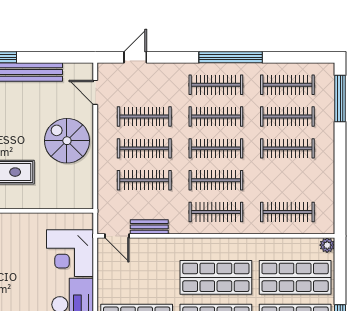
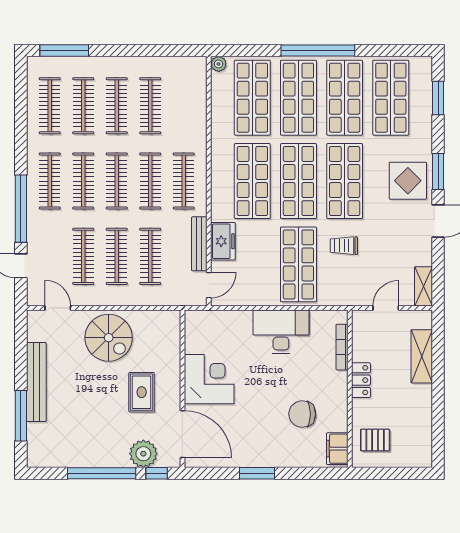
window: (231, 57) -> (21, 209), moved
door: (95, 92) -> (58, 308), swing flipped
spiral stairs: (67, 141) -> (109, 338), turned -90
clothes rail: (287, 212) -> (150, 106), moved
bench: (149, 227) -> (199, 244), width x1.36
freezer: (159, 249) -> (223, 241), added
corner desk: (70, 253) -> (209, 379), moved, turned -90

